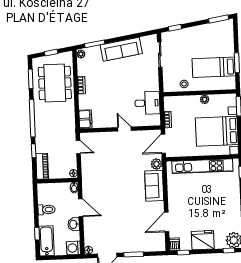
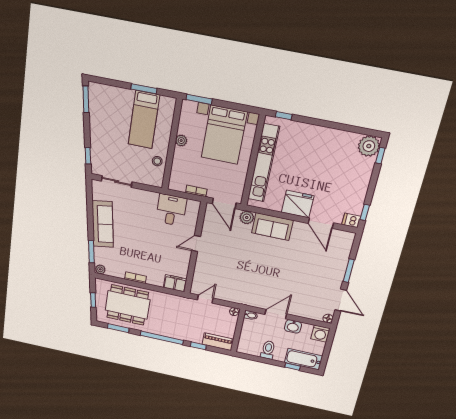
fridge: (203, 240) -> (298, 204), moved, turned 90

